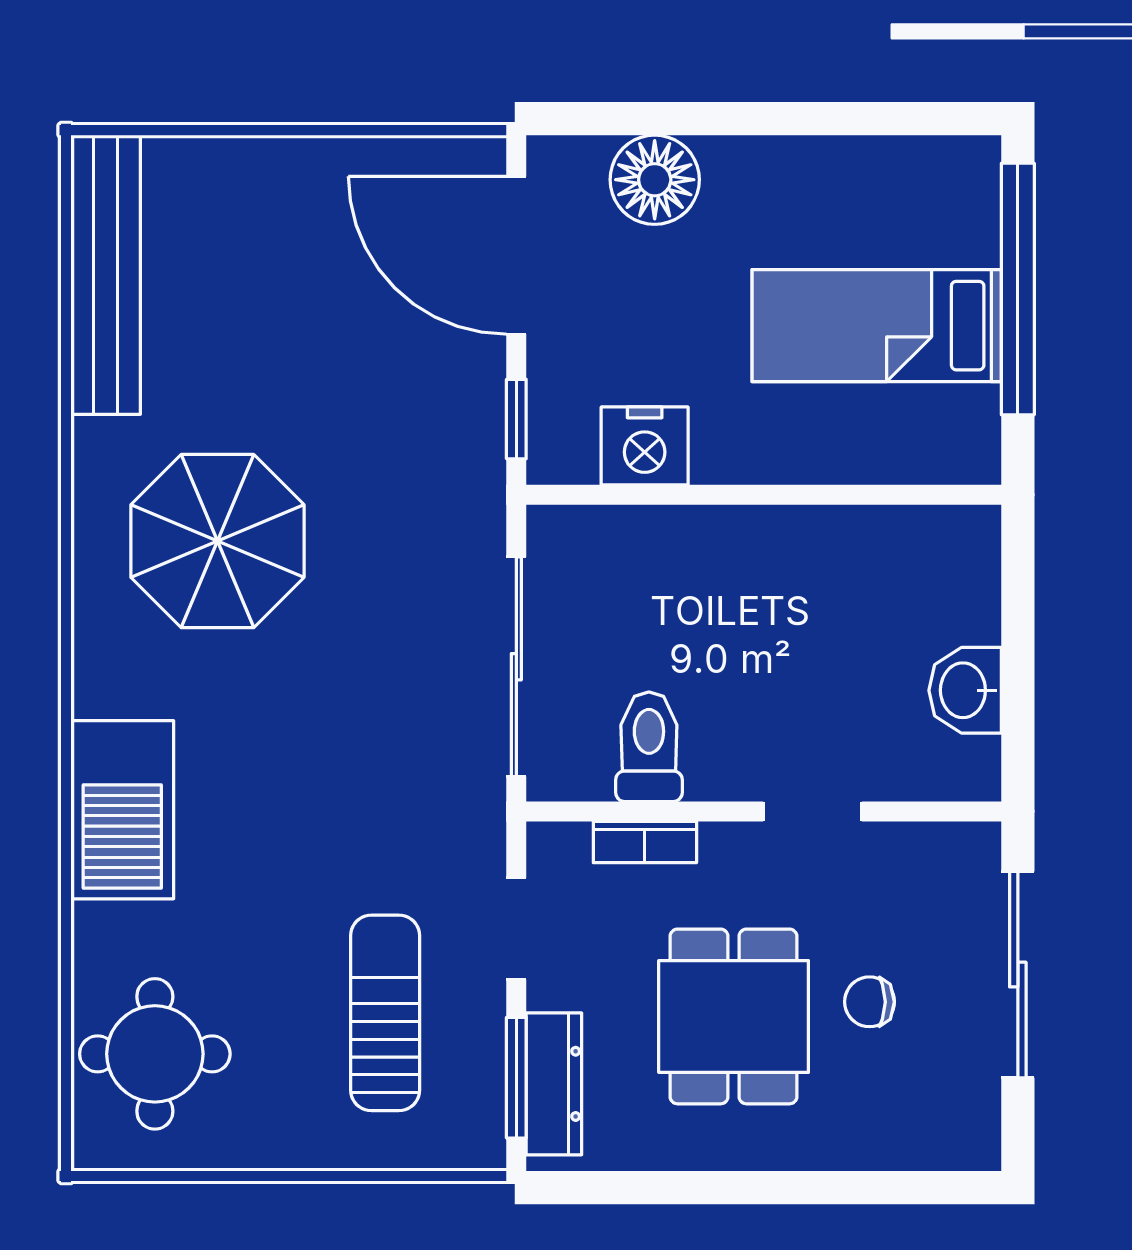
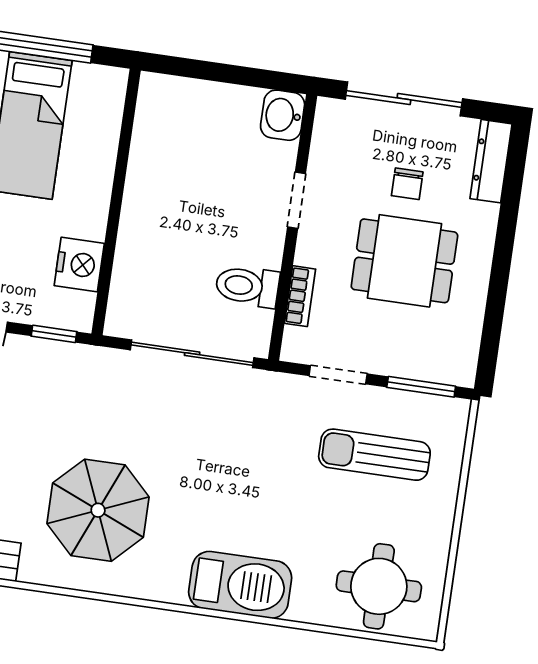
washbasin: (965, 690) -> (283, 115), moved, turned 90
dresser: (554, 1084) -> (491, 161), moved, turned -90

